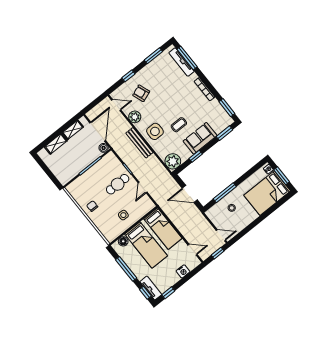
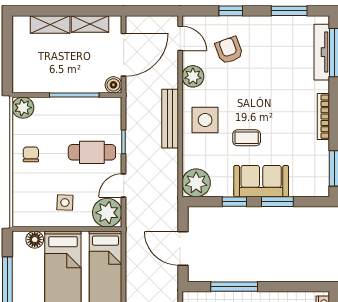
window: (225, 133) -> (277, 202), moved
plant: (73, 189) -> (23, 108), added
plant: (145, 205) -> (107, 213), added

